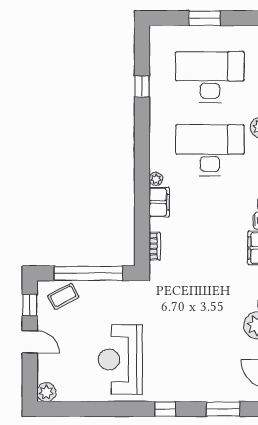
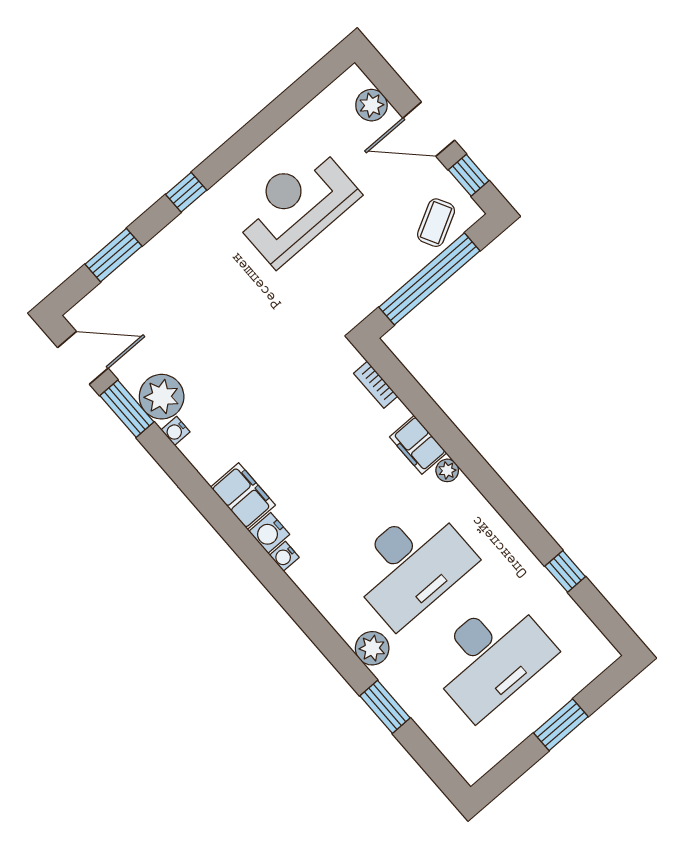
door: (30, 342) -> (429, 129), width x1.38
reception desk: (120, 359) -> (296, 206), turned -90
plant: (46, 392) -> (371, 105), moved

